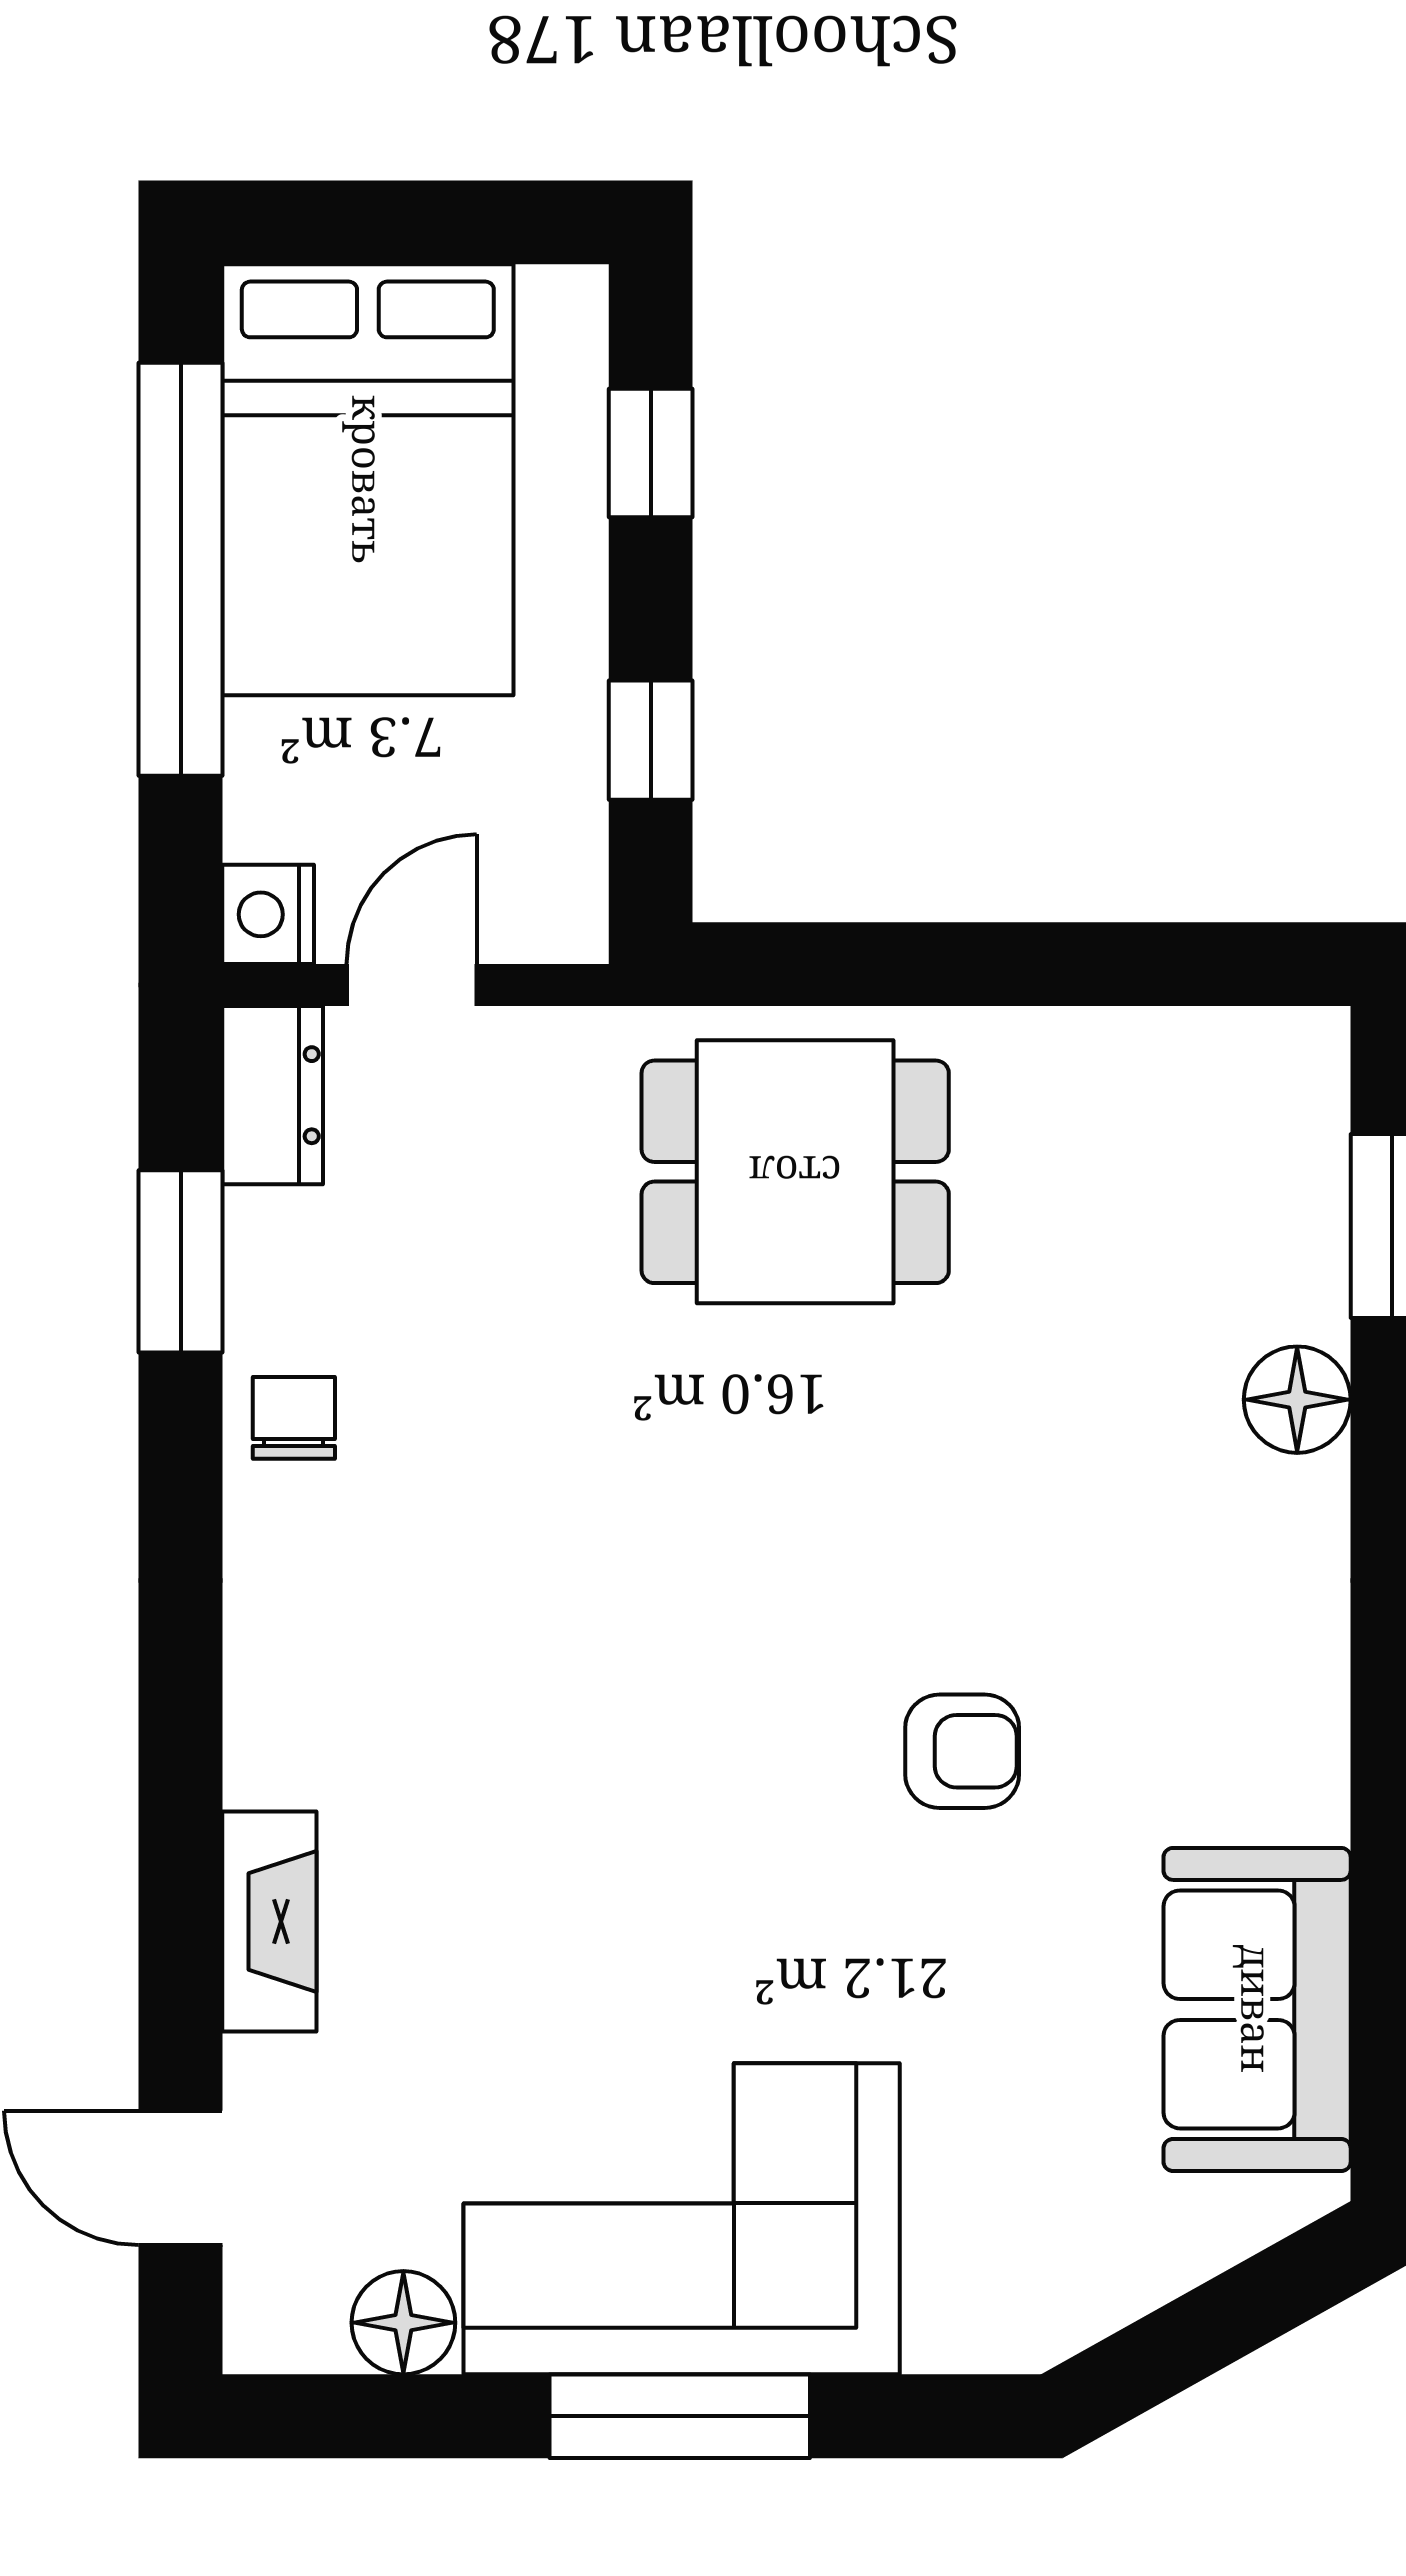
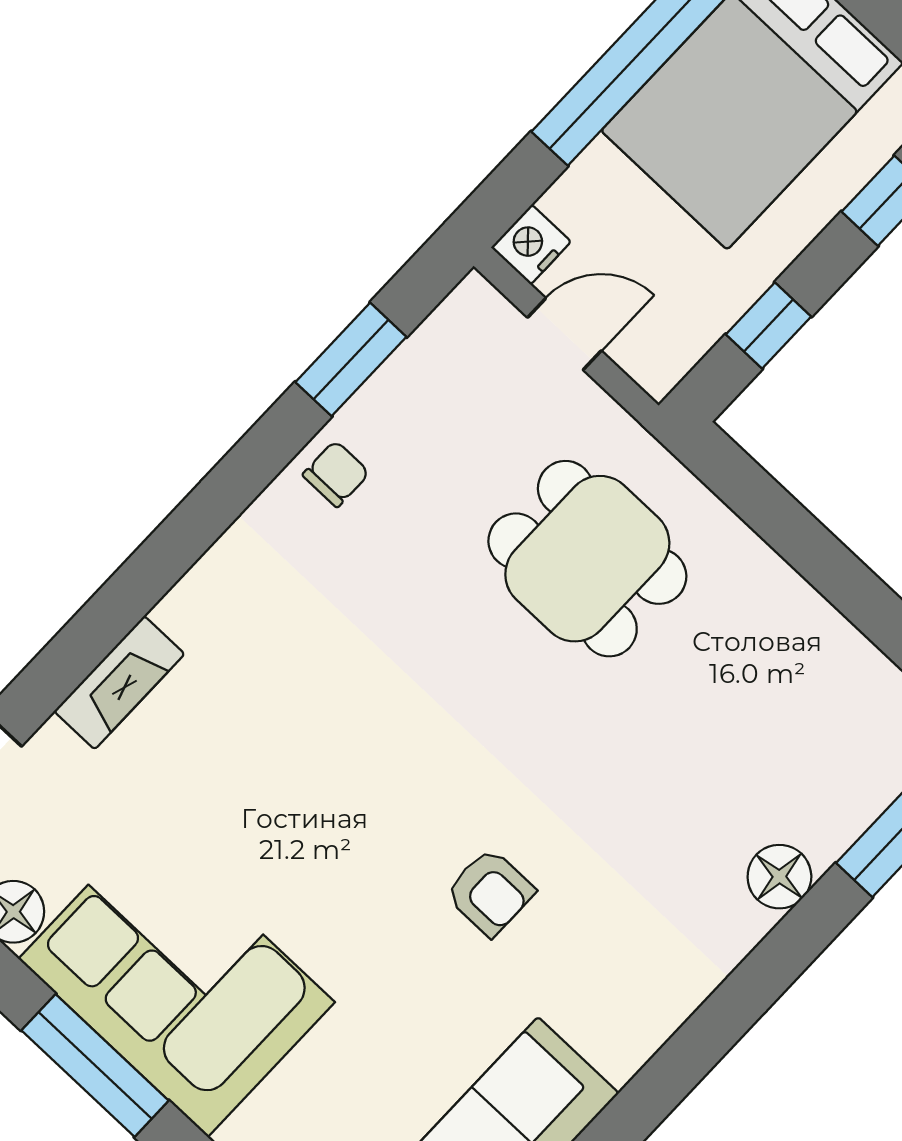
dresser: (273, 1095) -> (459, 325), removed
dining table: (795, 1172) -> (587, 559), moved

